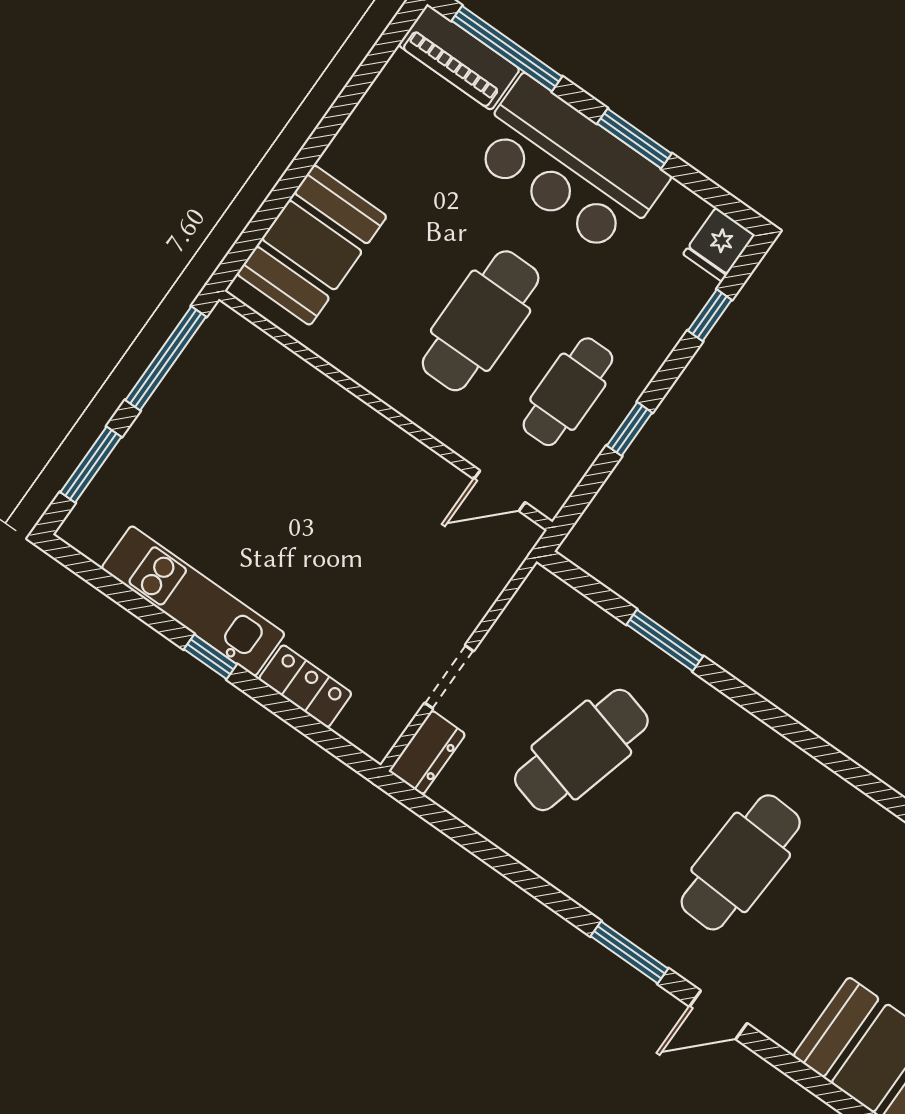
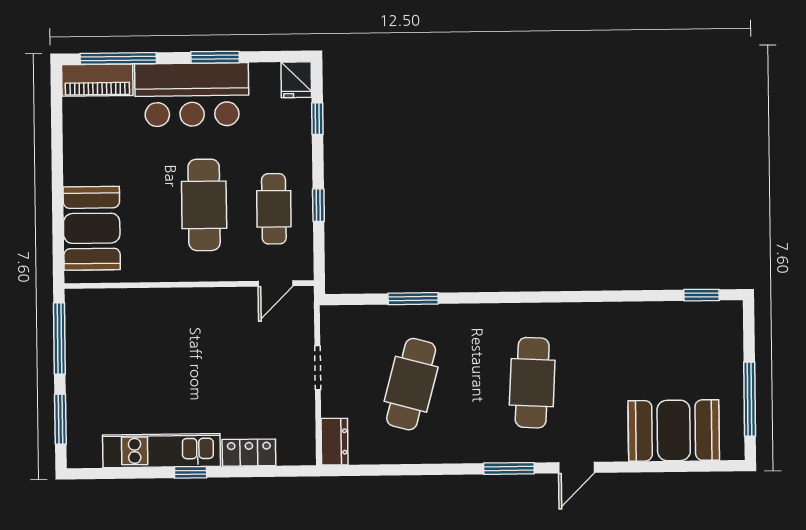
doorway: (449, 677) -> (318, 368), moved

